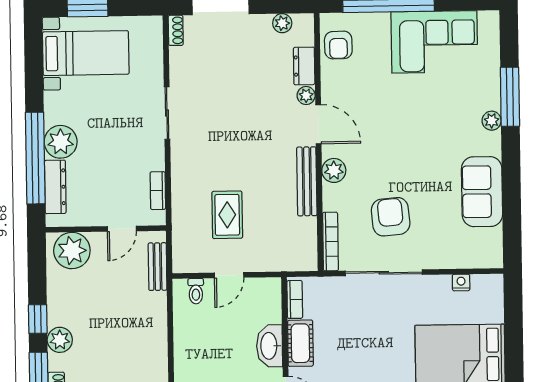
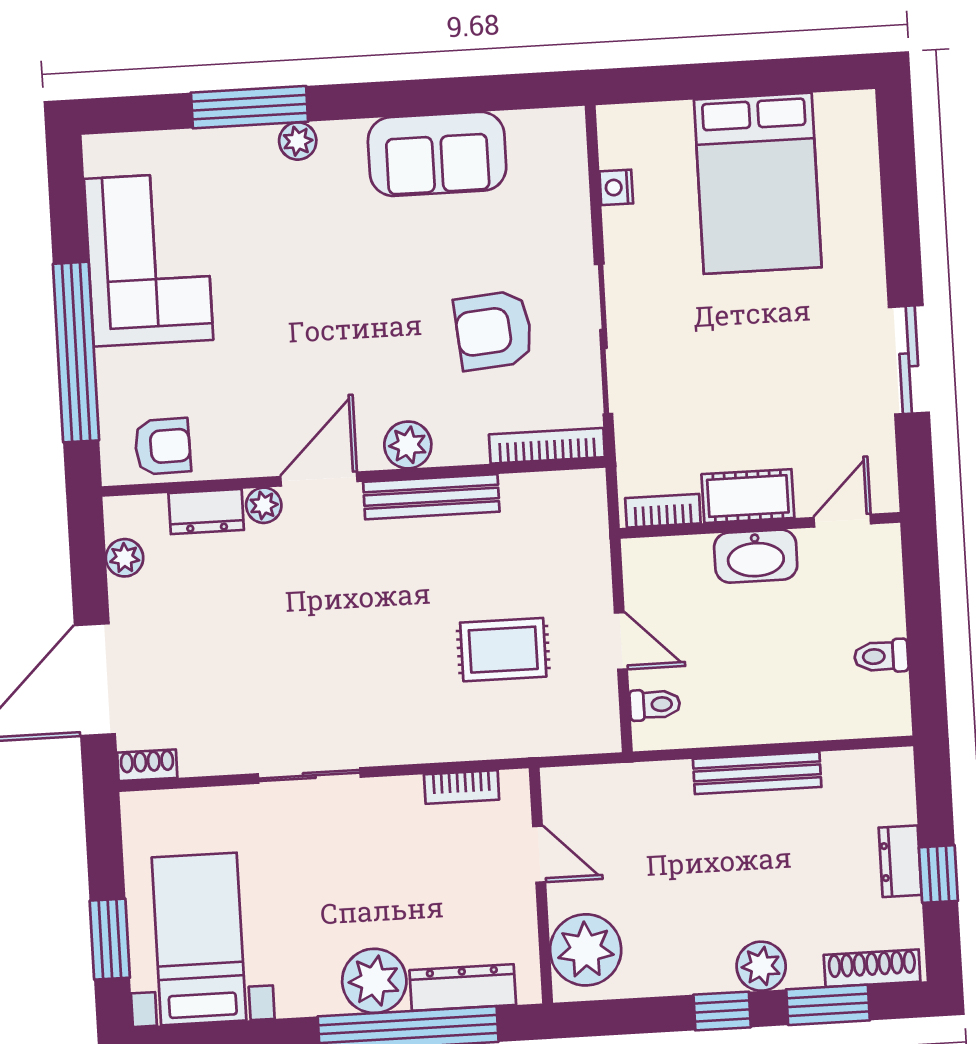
bench: (158, 267) -> (757, 773), moved, width x1.36

